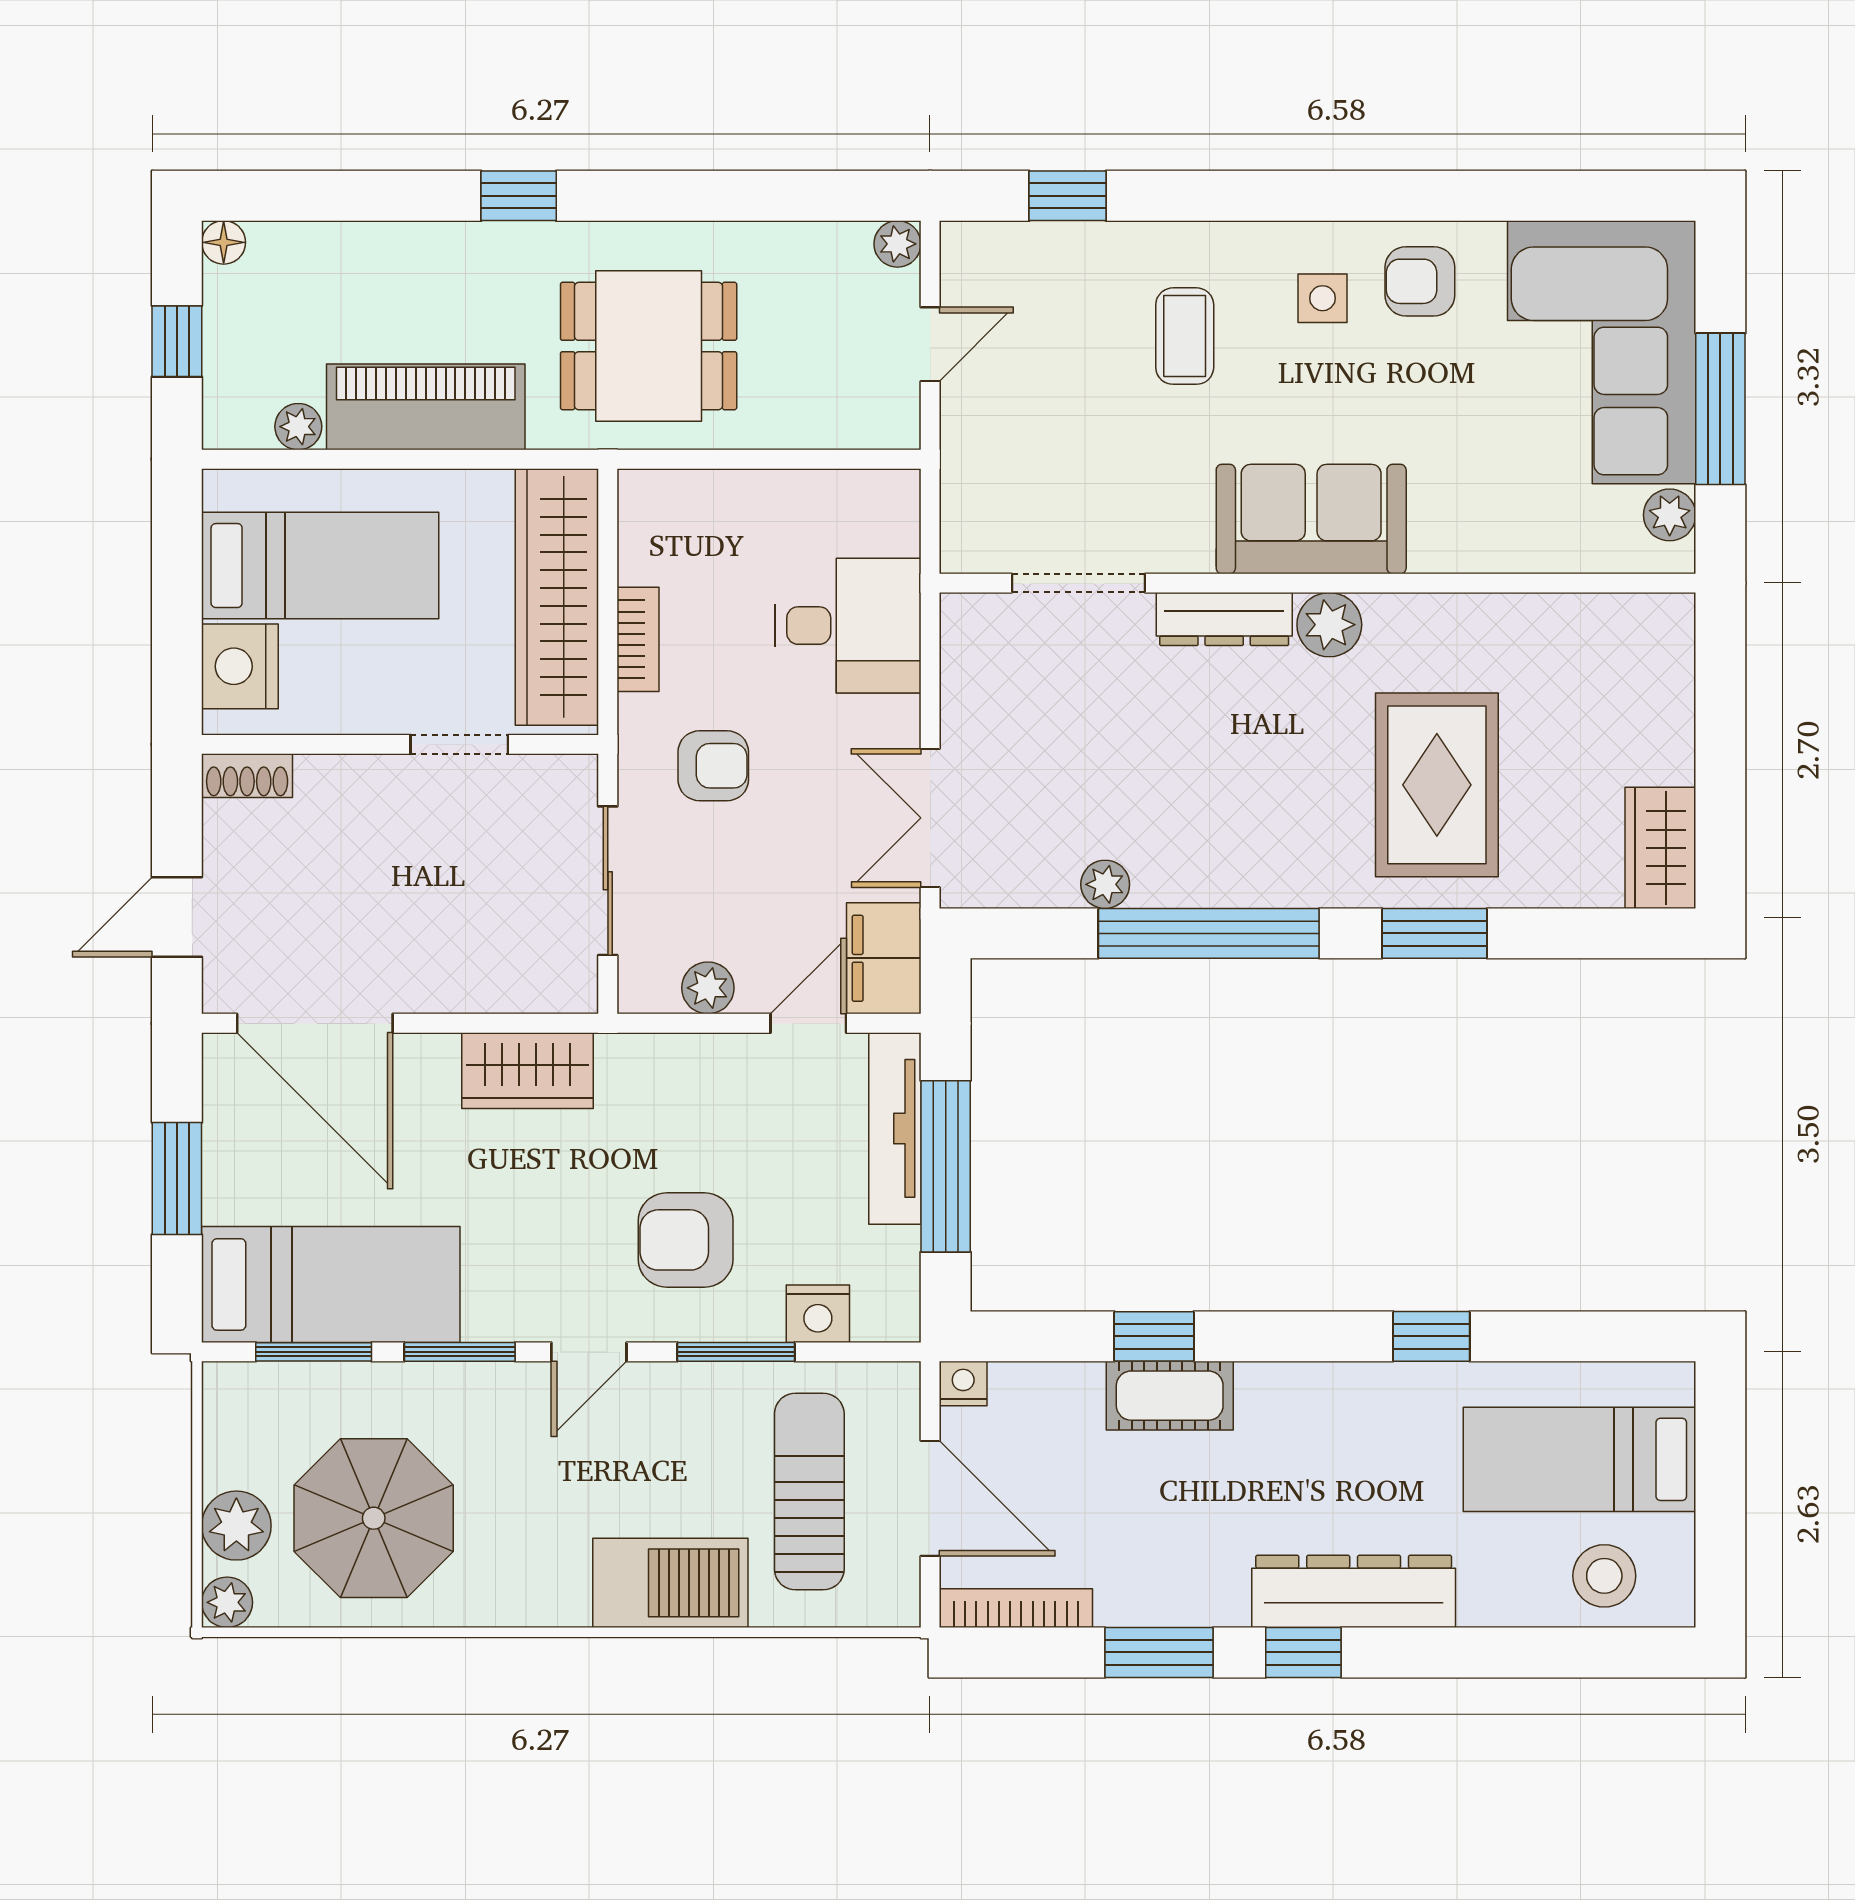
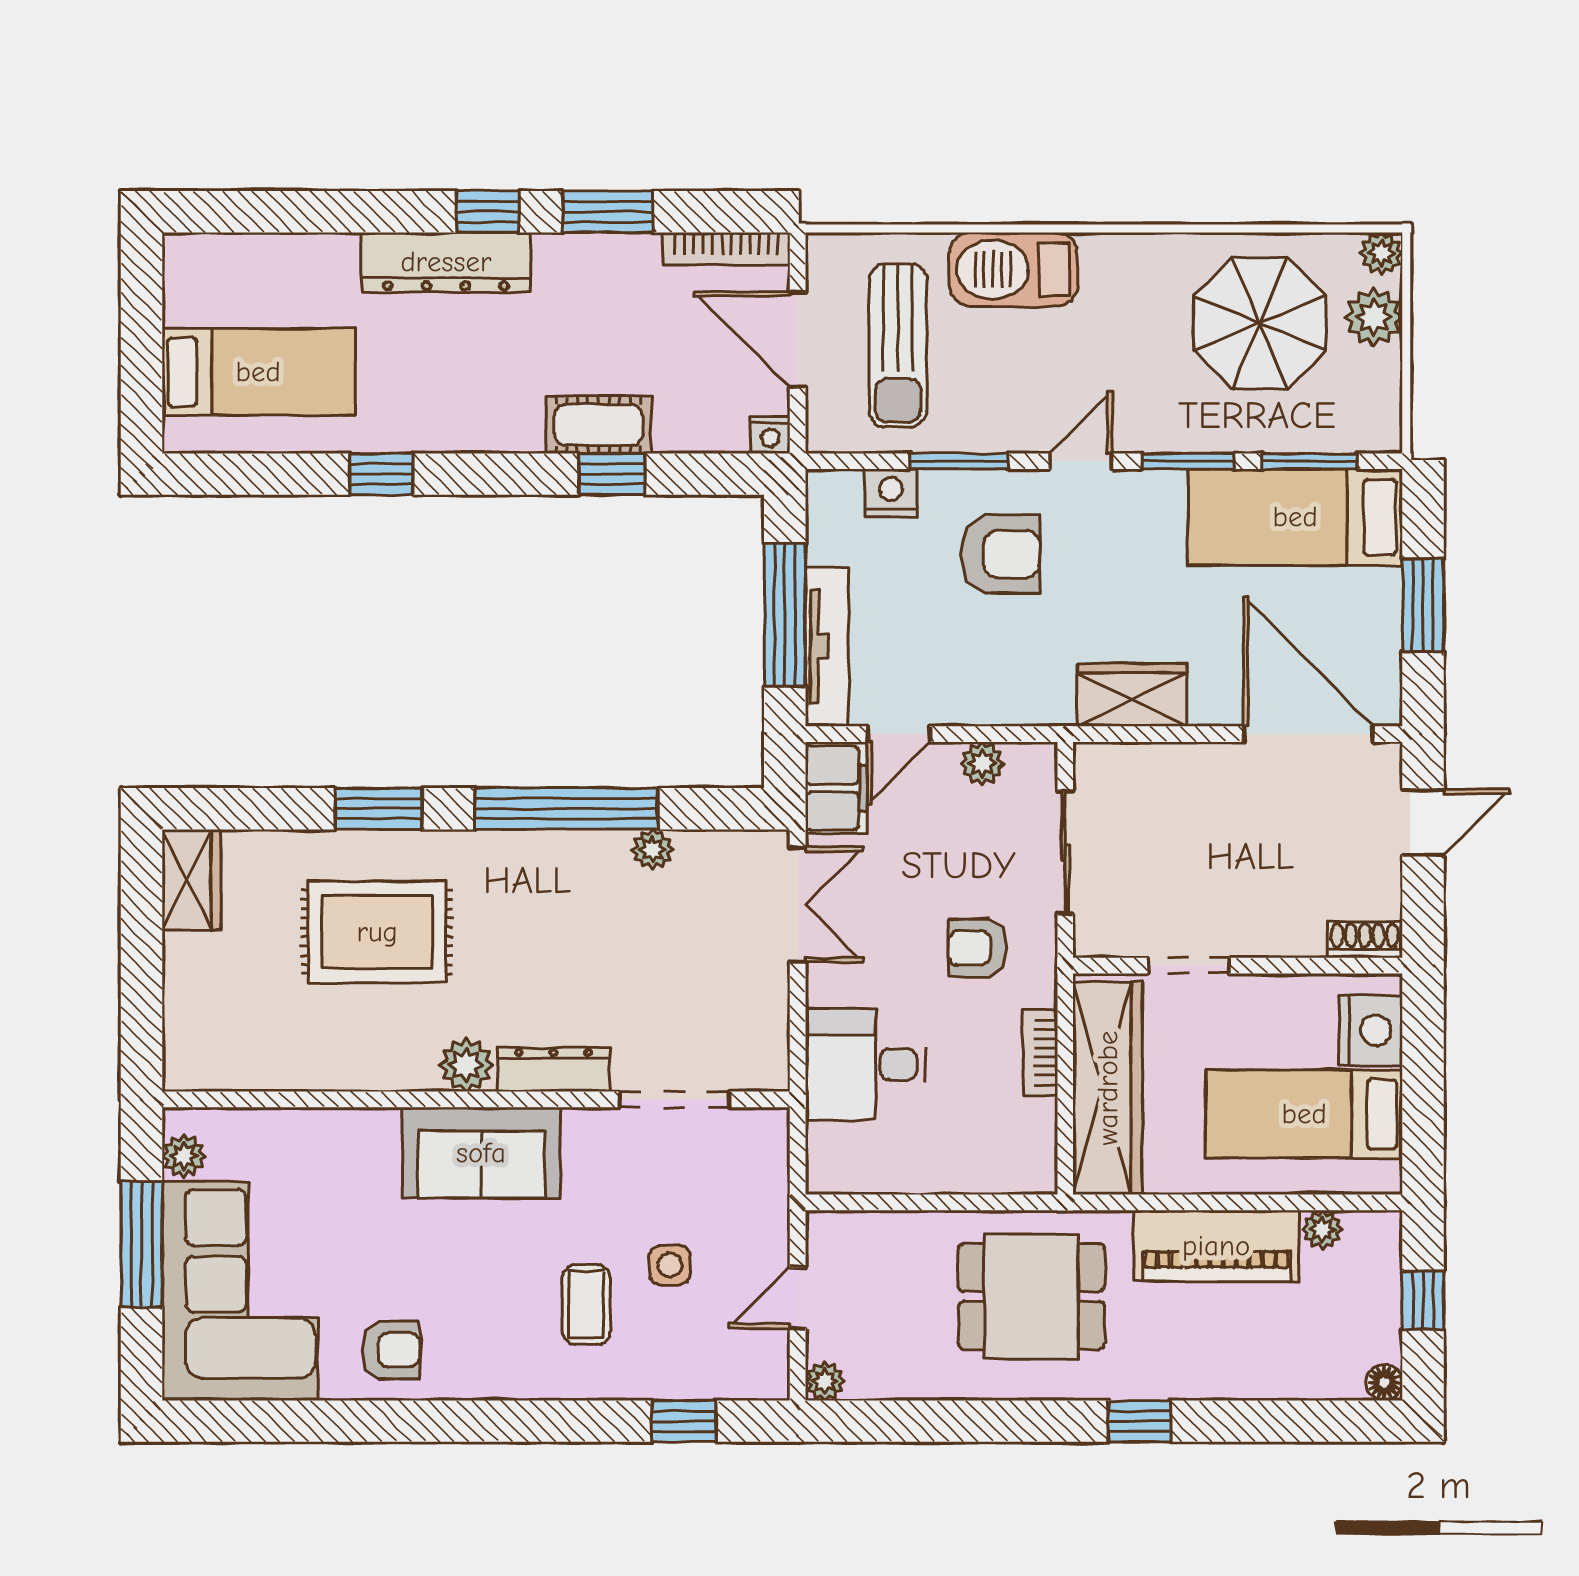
side table: (1323, 298) -> (670, 1265), moved
rug: (1437, 785) -> (377, 932), turned 90
stool: (1604, 1576) -> (238, 275), removed

